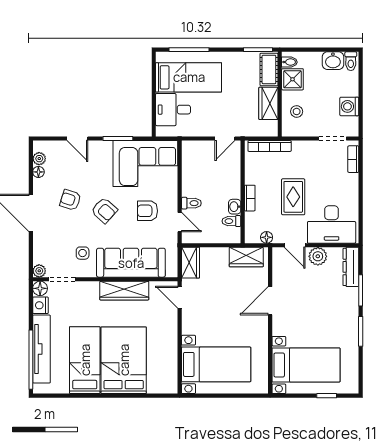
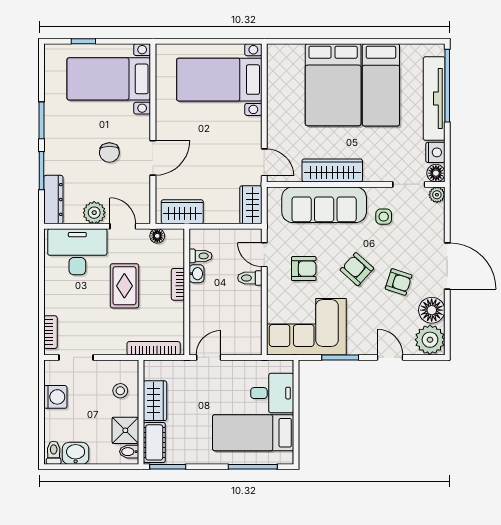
plant: (39, 159) -> (430, 340), width x1.88, depth x1.88
floor lamp: (38, 172) -> (432, 310), width x1.89, depth x1.89
chair: (305, 305) -> (109, 153), added

